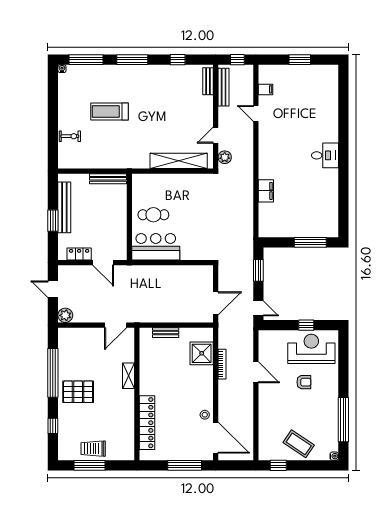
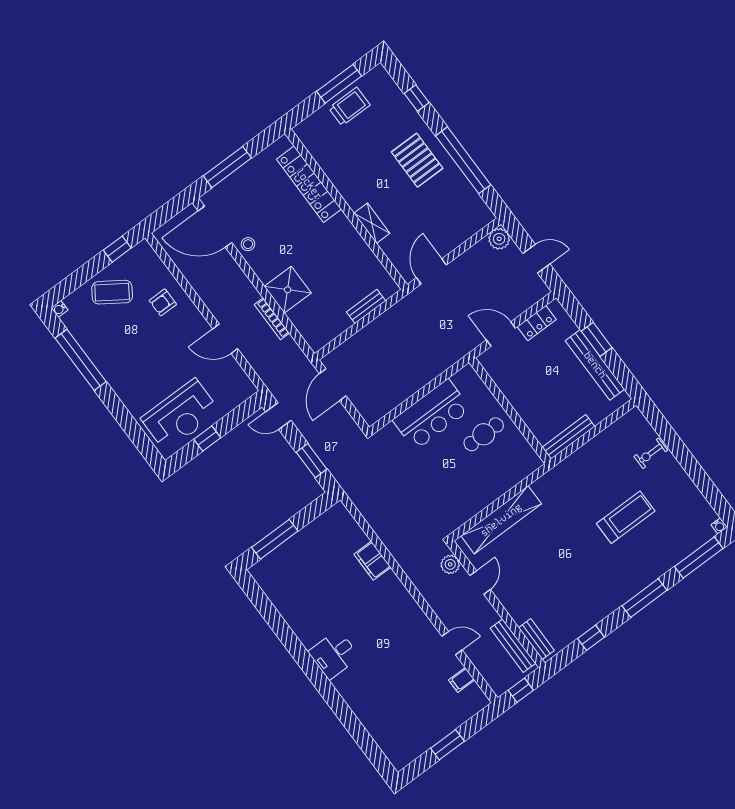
bar counter: (156, 247) -> (432, 415), moved
shower: (202, 353) -> (288, 290), moved
armchair: (304, 382) -> (163, 302), moved
pallet: (78, 392) -> (417, 160), turned 90

